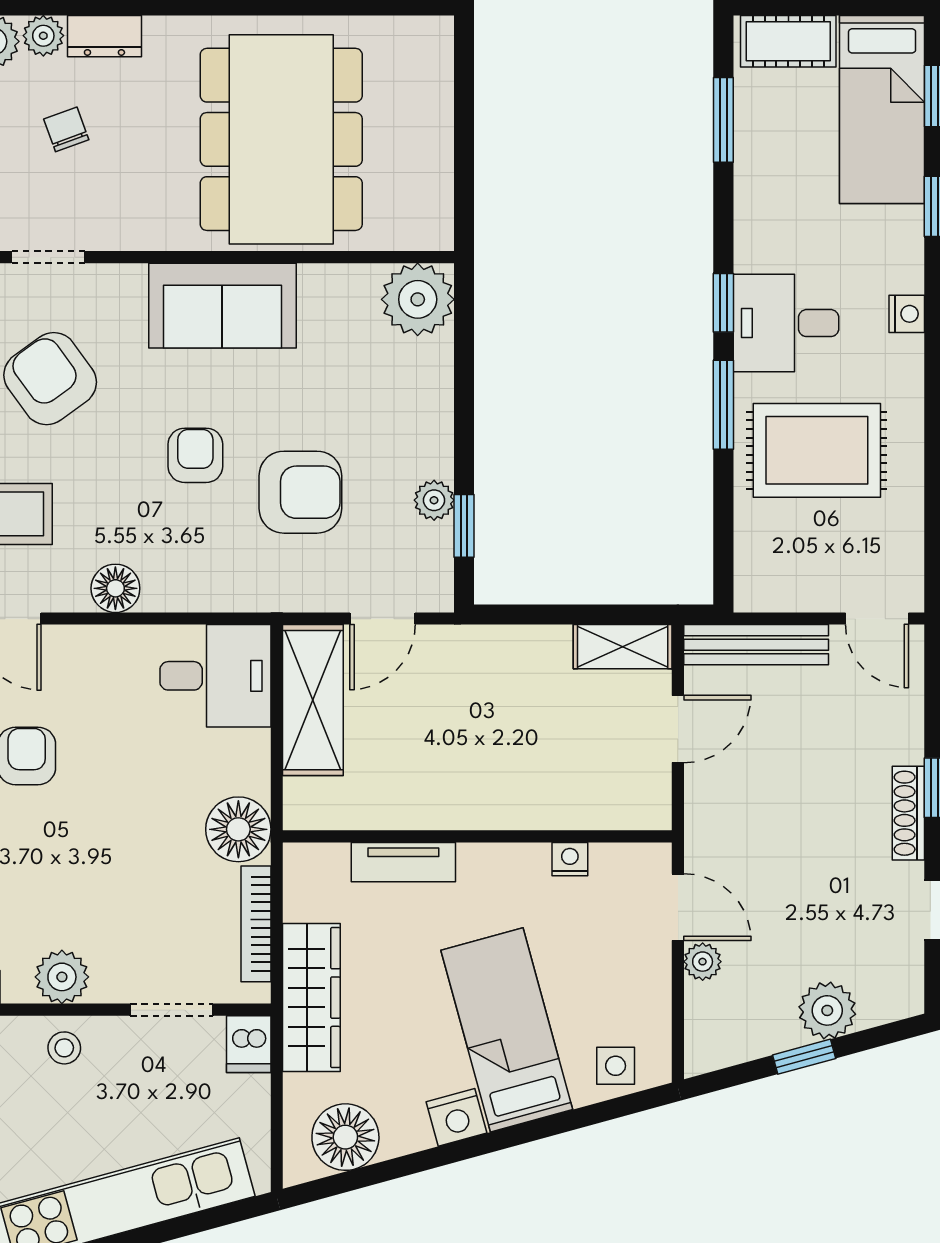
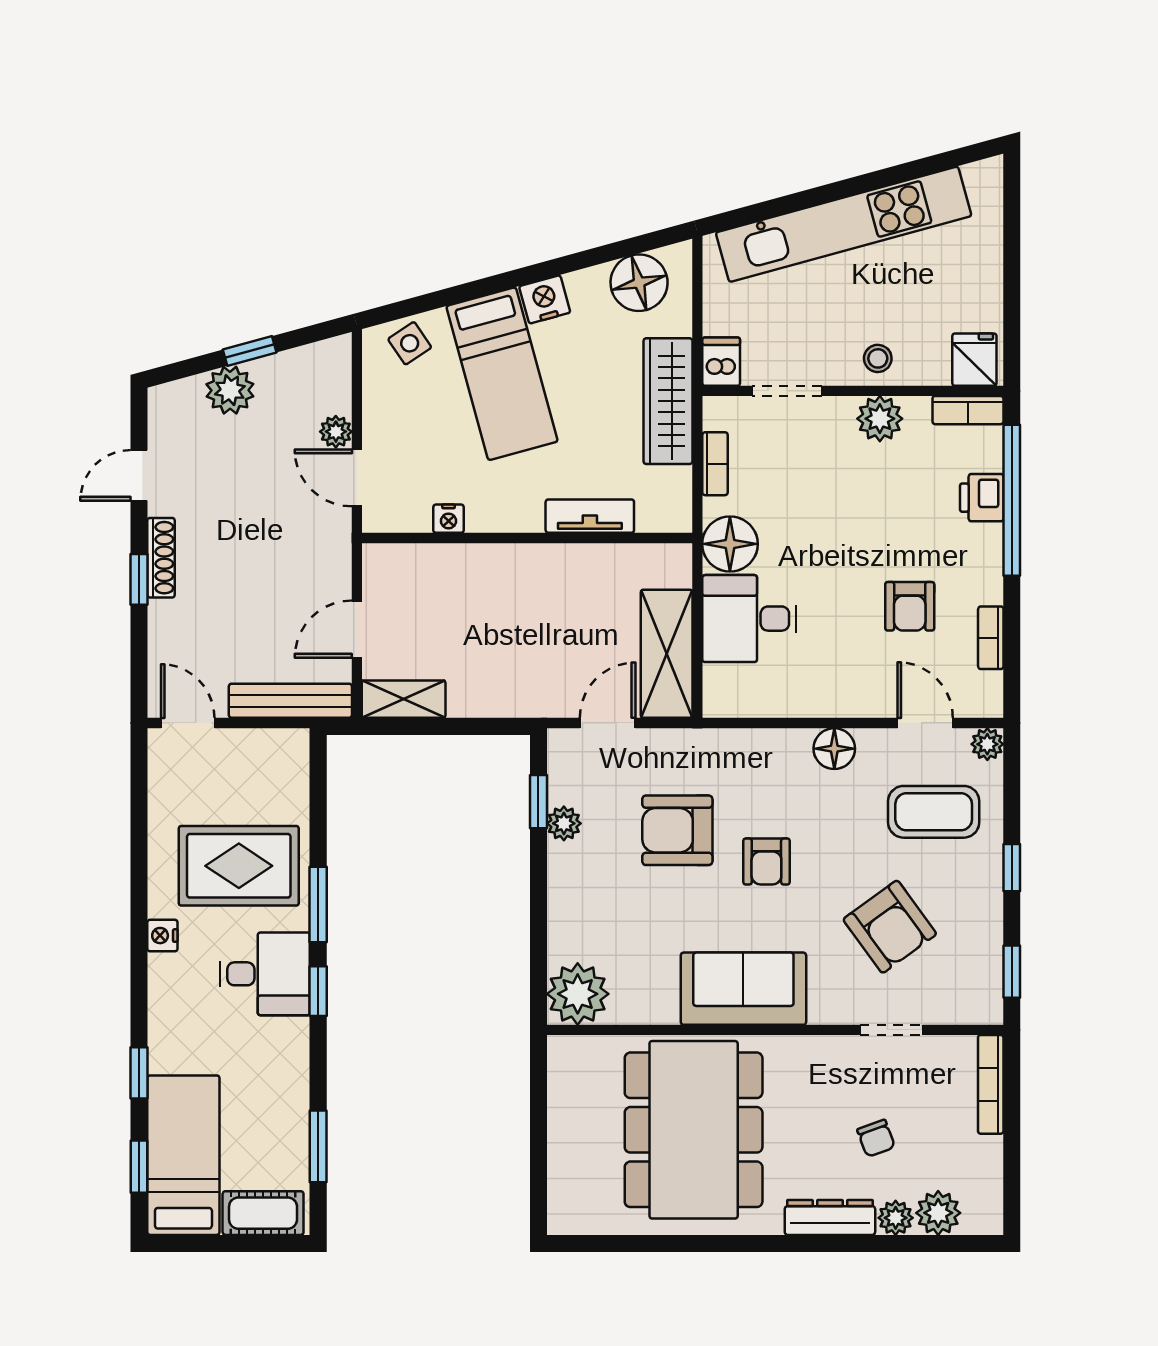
dresser: (104, 36) -> (830, 1217), width x1.44
nightstand: (907, 314) -> (162, 936), moved
desk: (215, 676) -> (749, 619), moved
bookcase: (256, 924) -> (715, 464), width x0.64
side table: (616, 1066) -> (410, 343), turned -34

